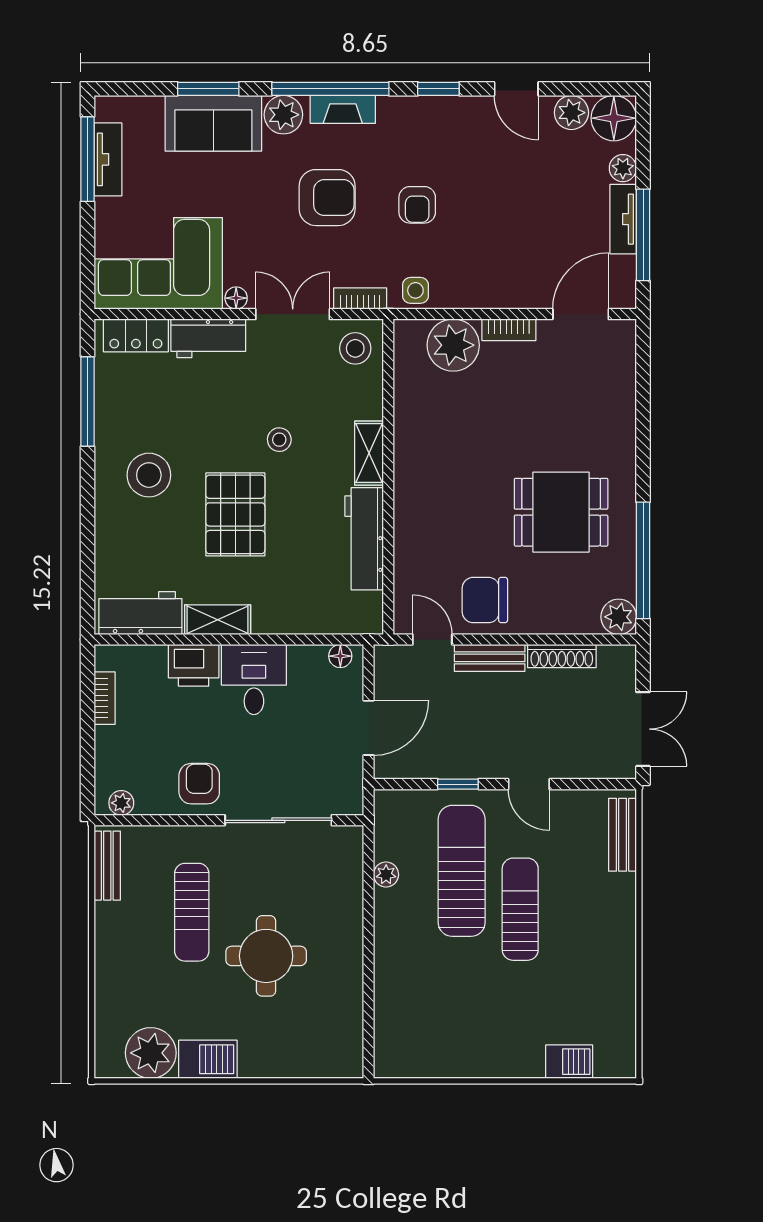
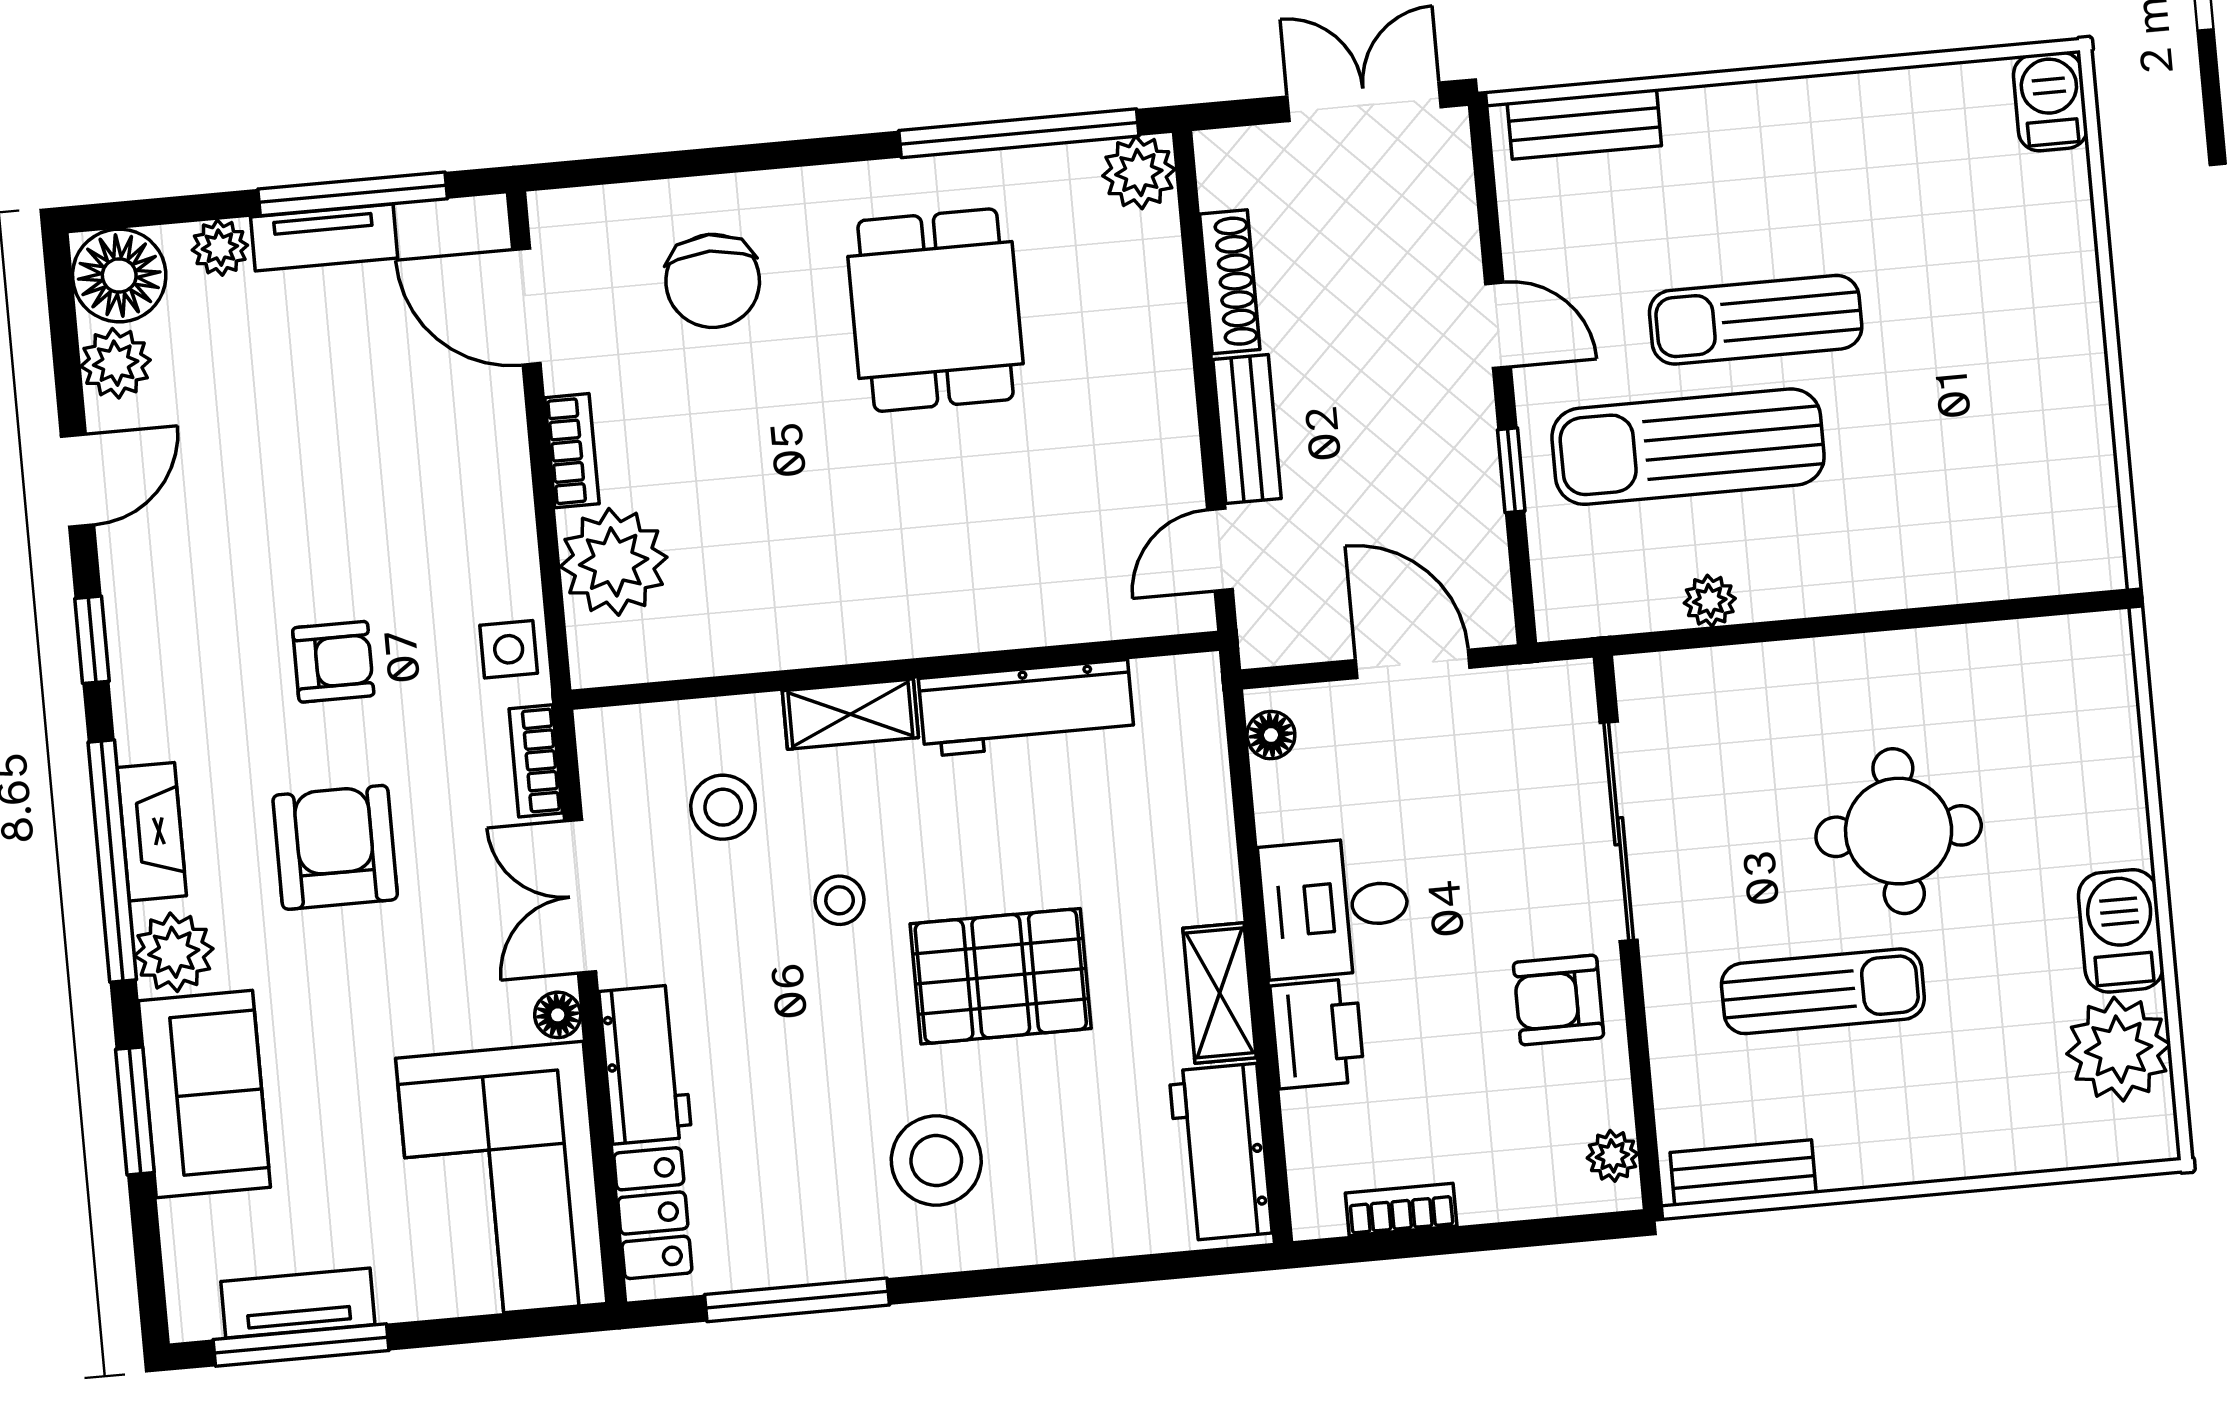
stool: (355, 348) -> (723, 807), moved
chair: (485, 600) -> (713, 281), moved
door: (529, 784) -> (1498, 325), hinge flipped
barbecue: (569, 1062) -> (2050, 102), moved

